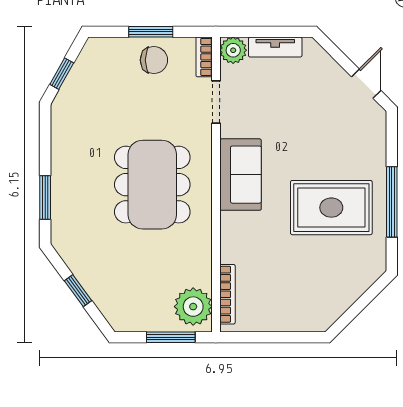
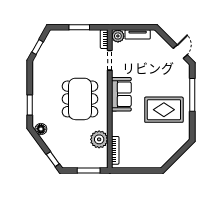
chair: (154, 60) -> (81, 41), removed
window: (392, 202) -> (192, 95), moved
floor lamp: (69, 249) -> (41, 129), added
window: (78, 291) -> (53, 159), moved
plant: (193, 307) -> (99, 139), moved

